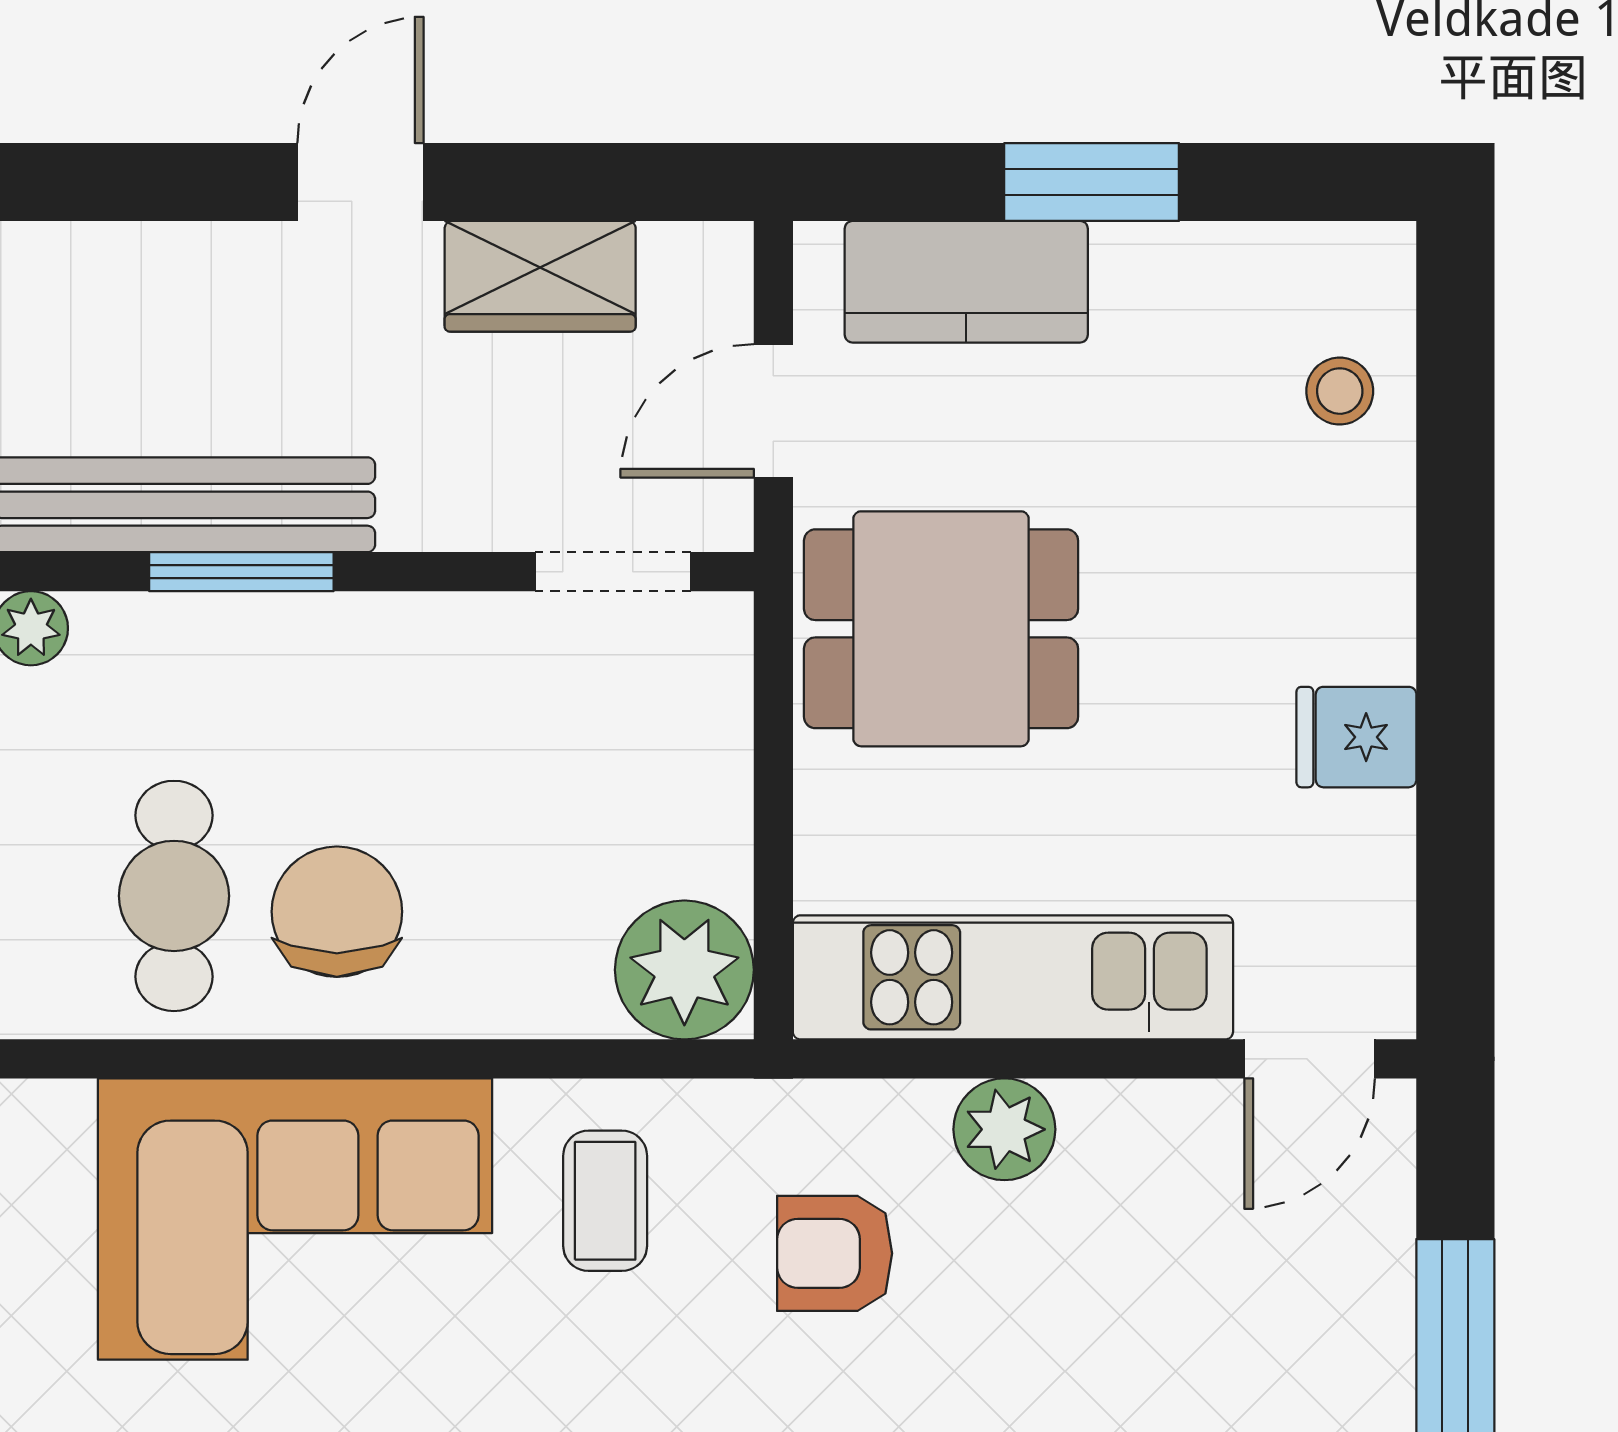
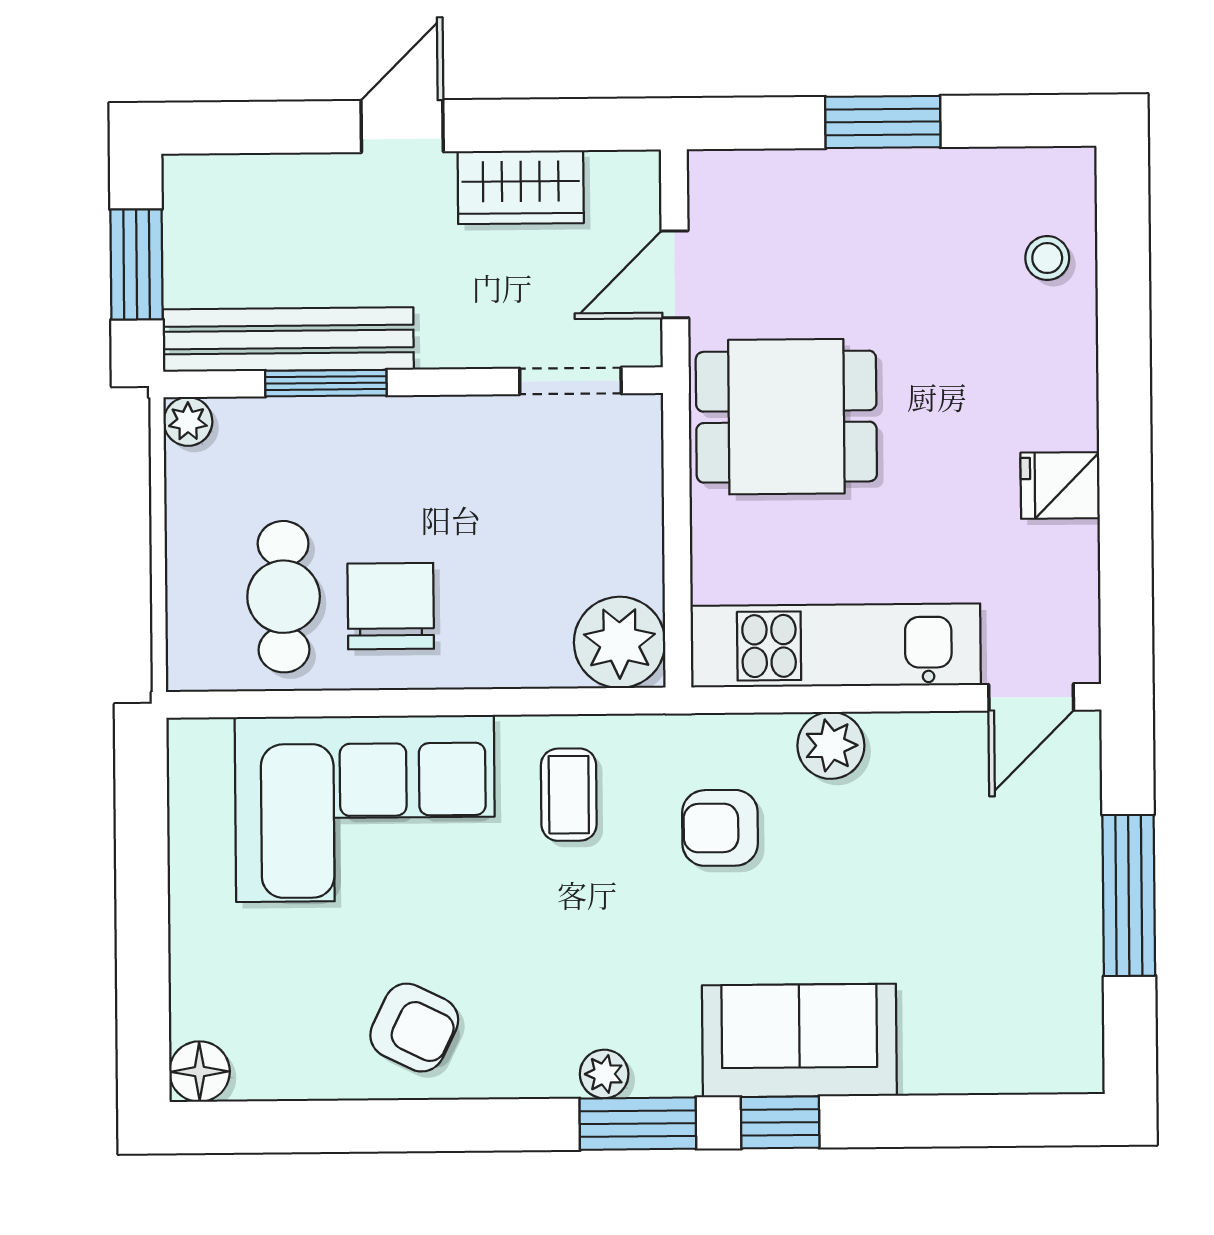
kitchen counter: (966, 282) -> (801, 188), removed

